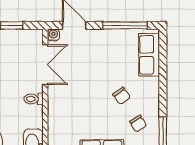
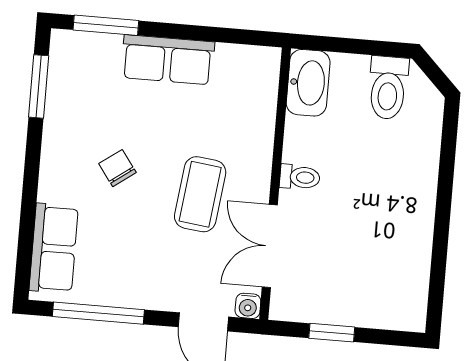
coffee table: (81, 87) -> (200, 194), added
chair: (138, 124) -> (88, 108), removed

